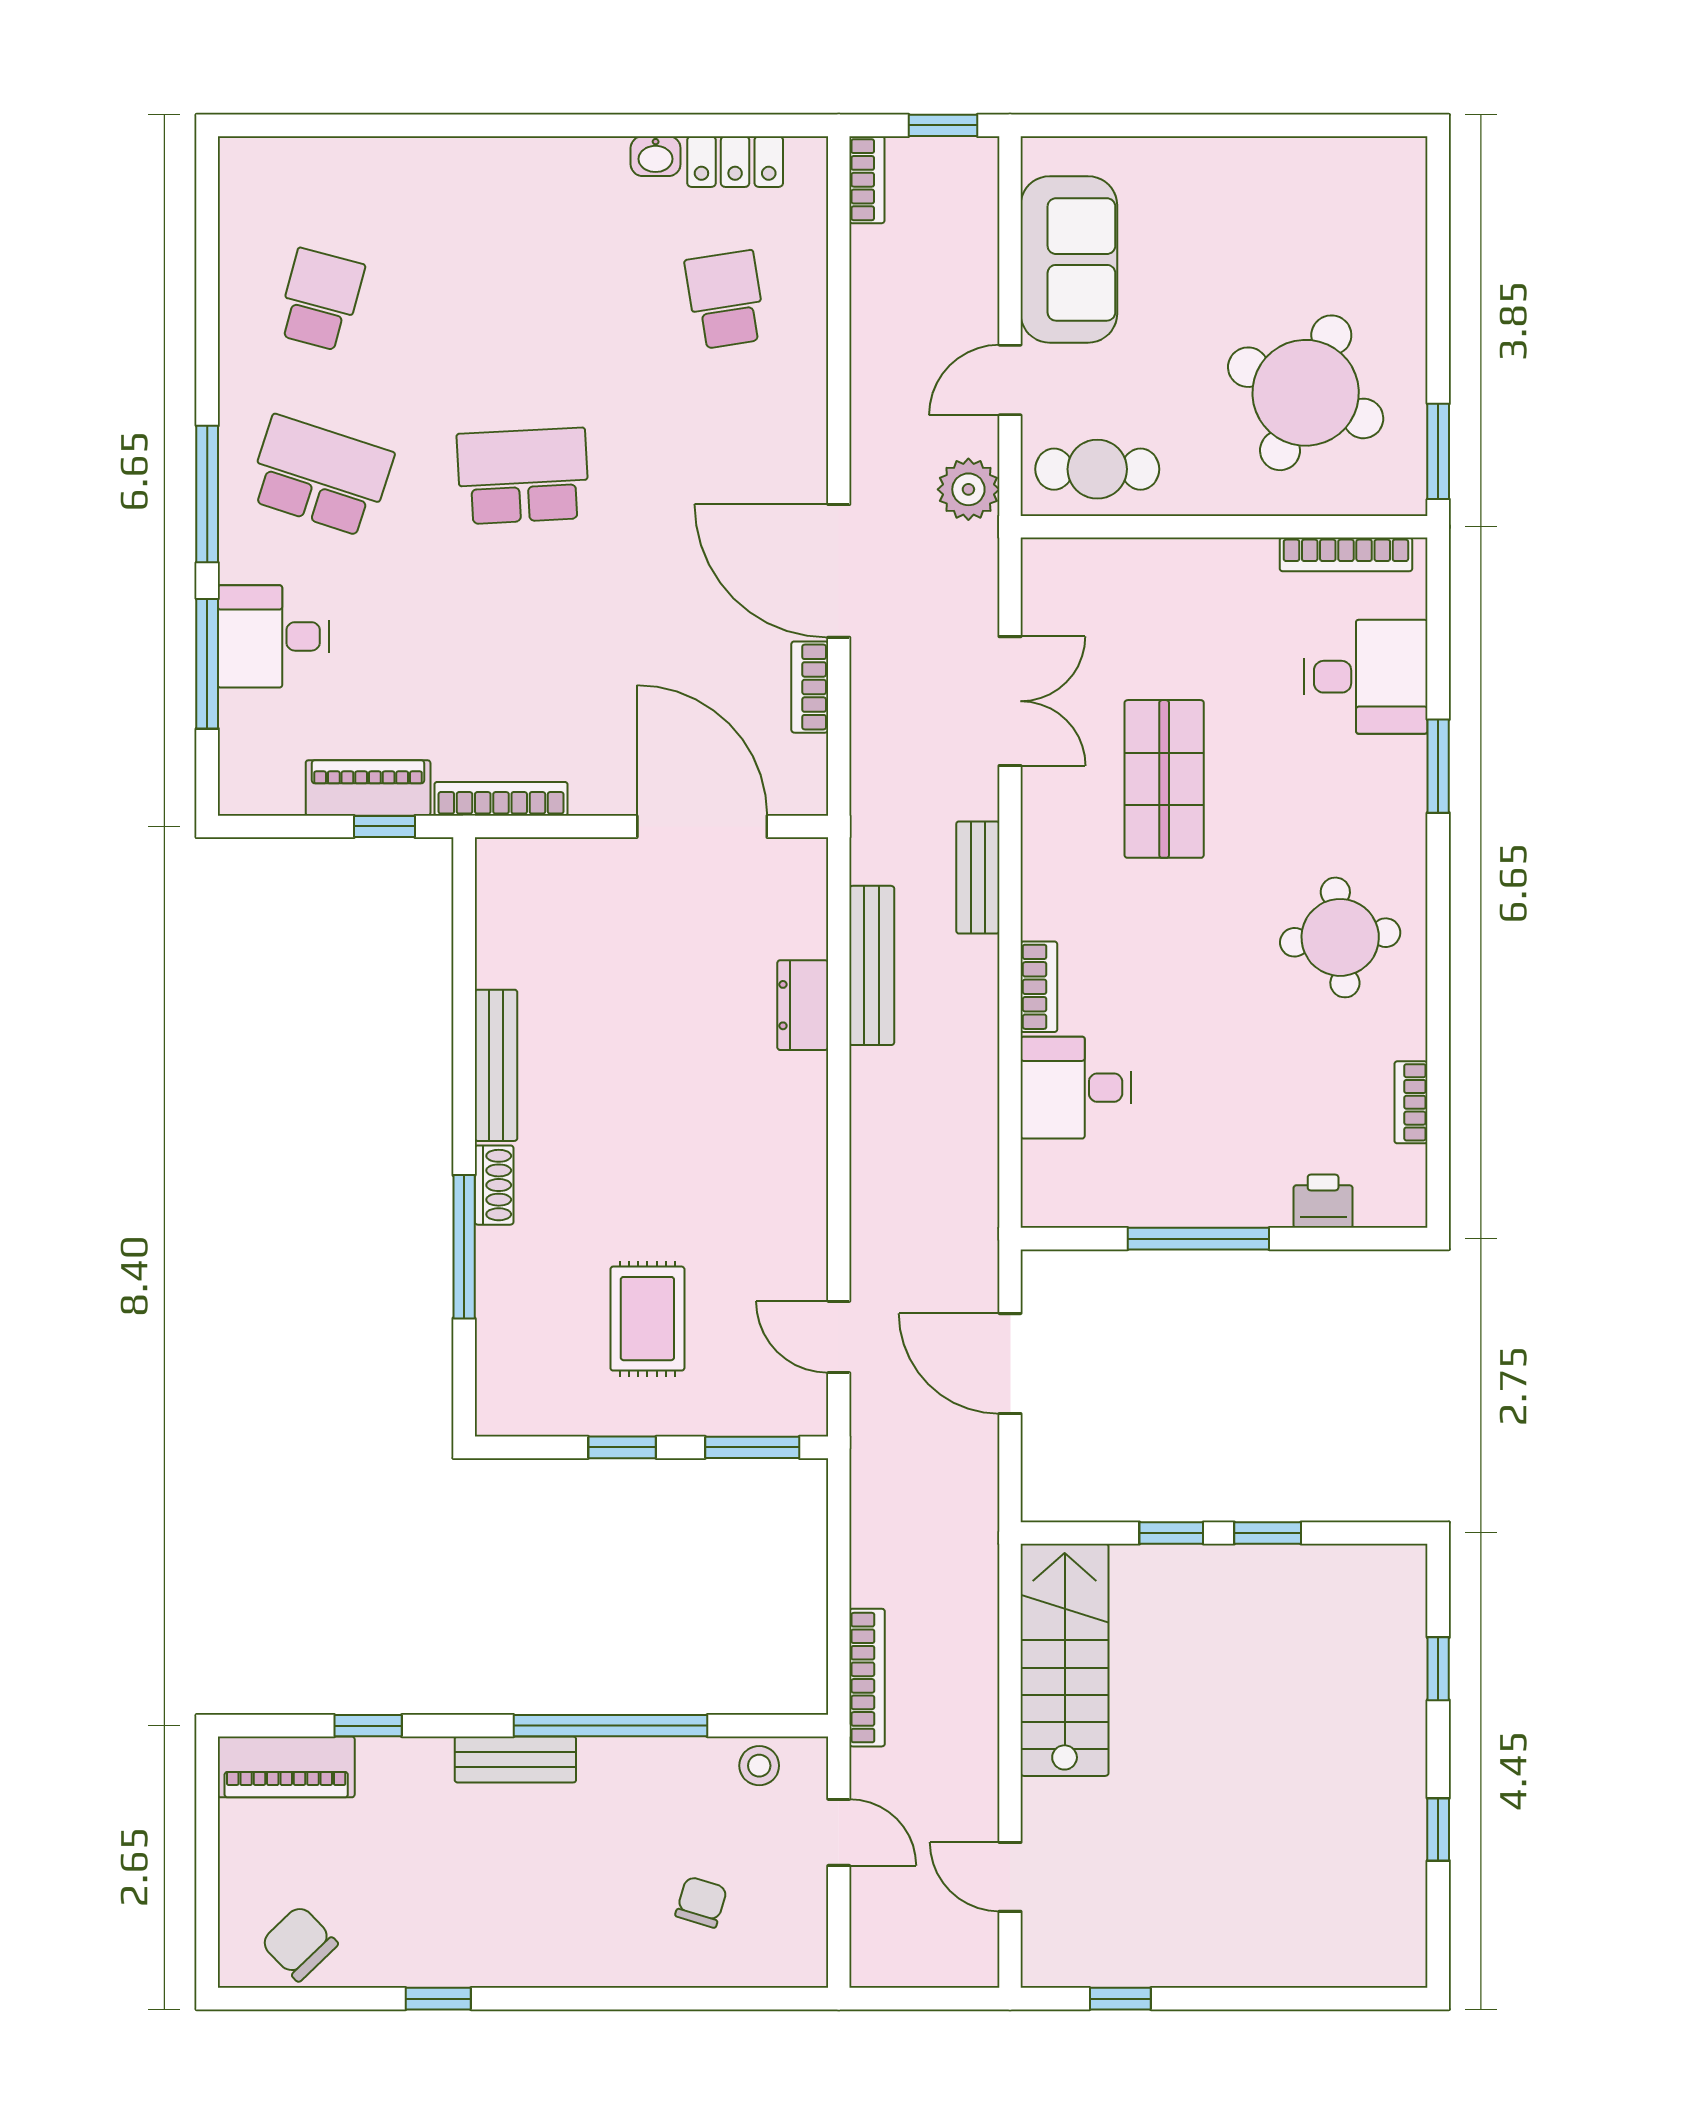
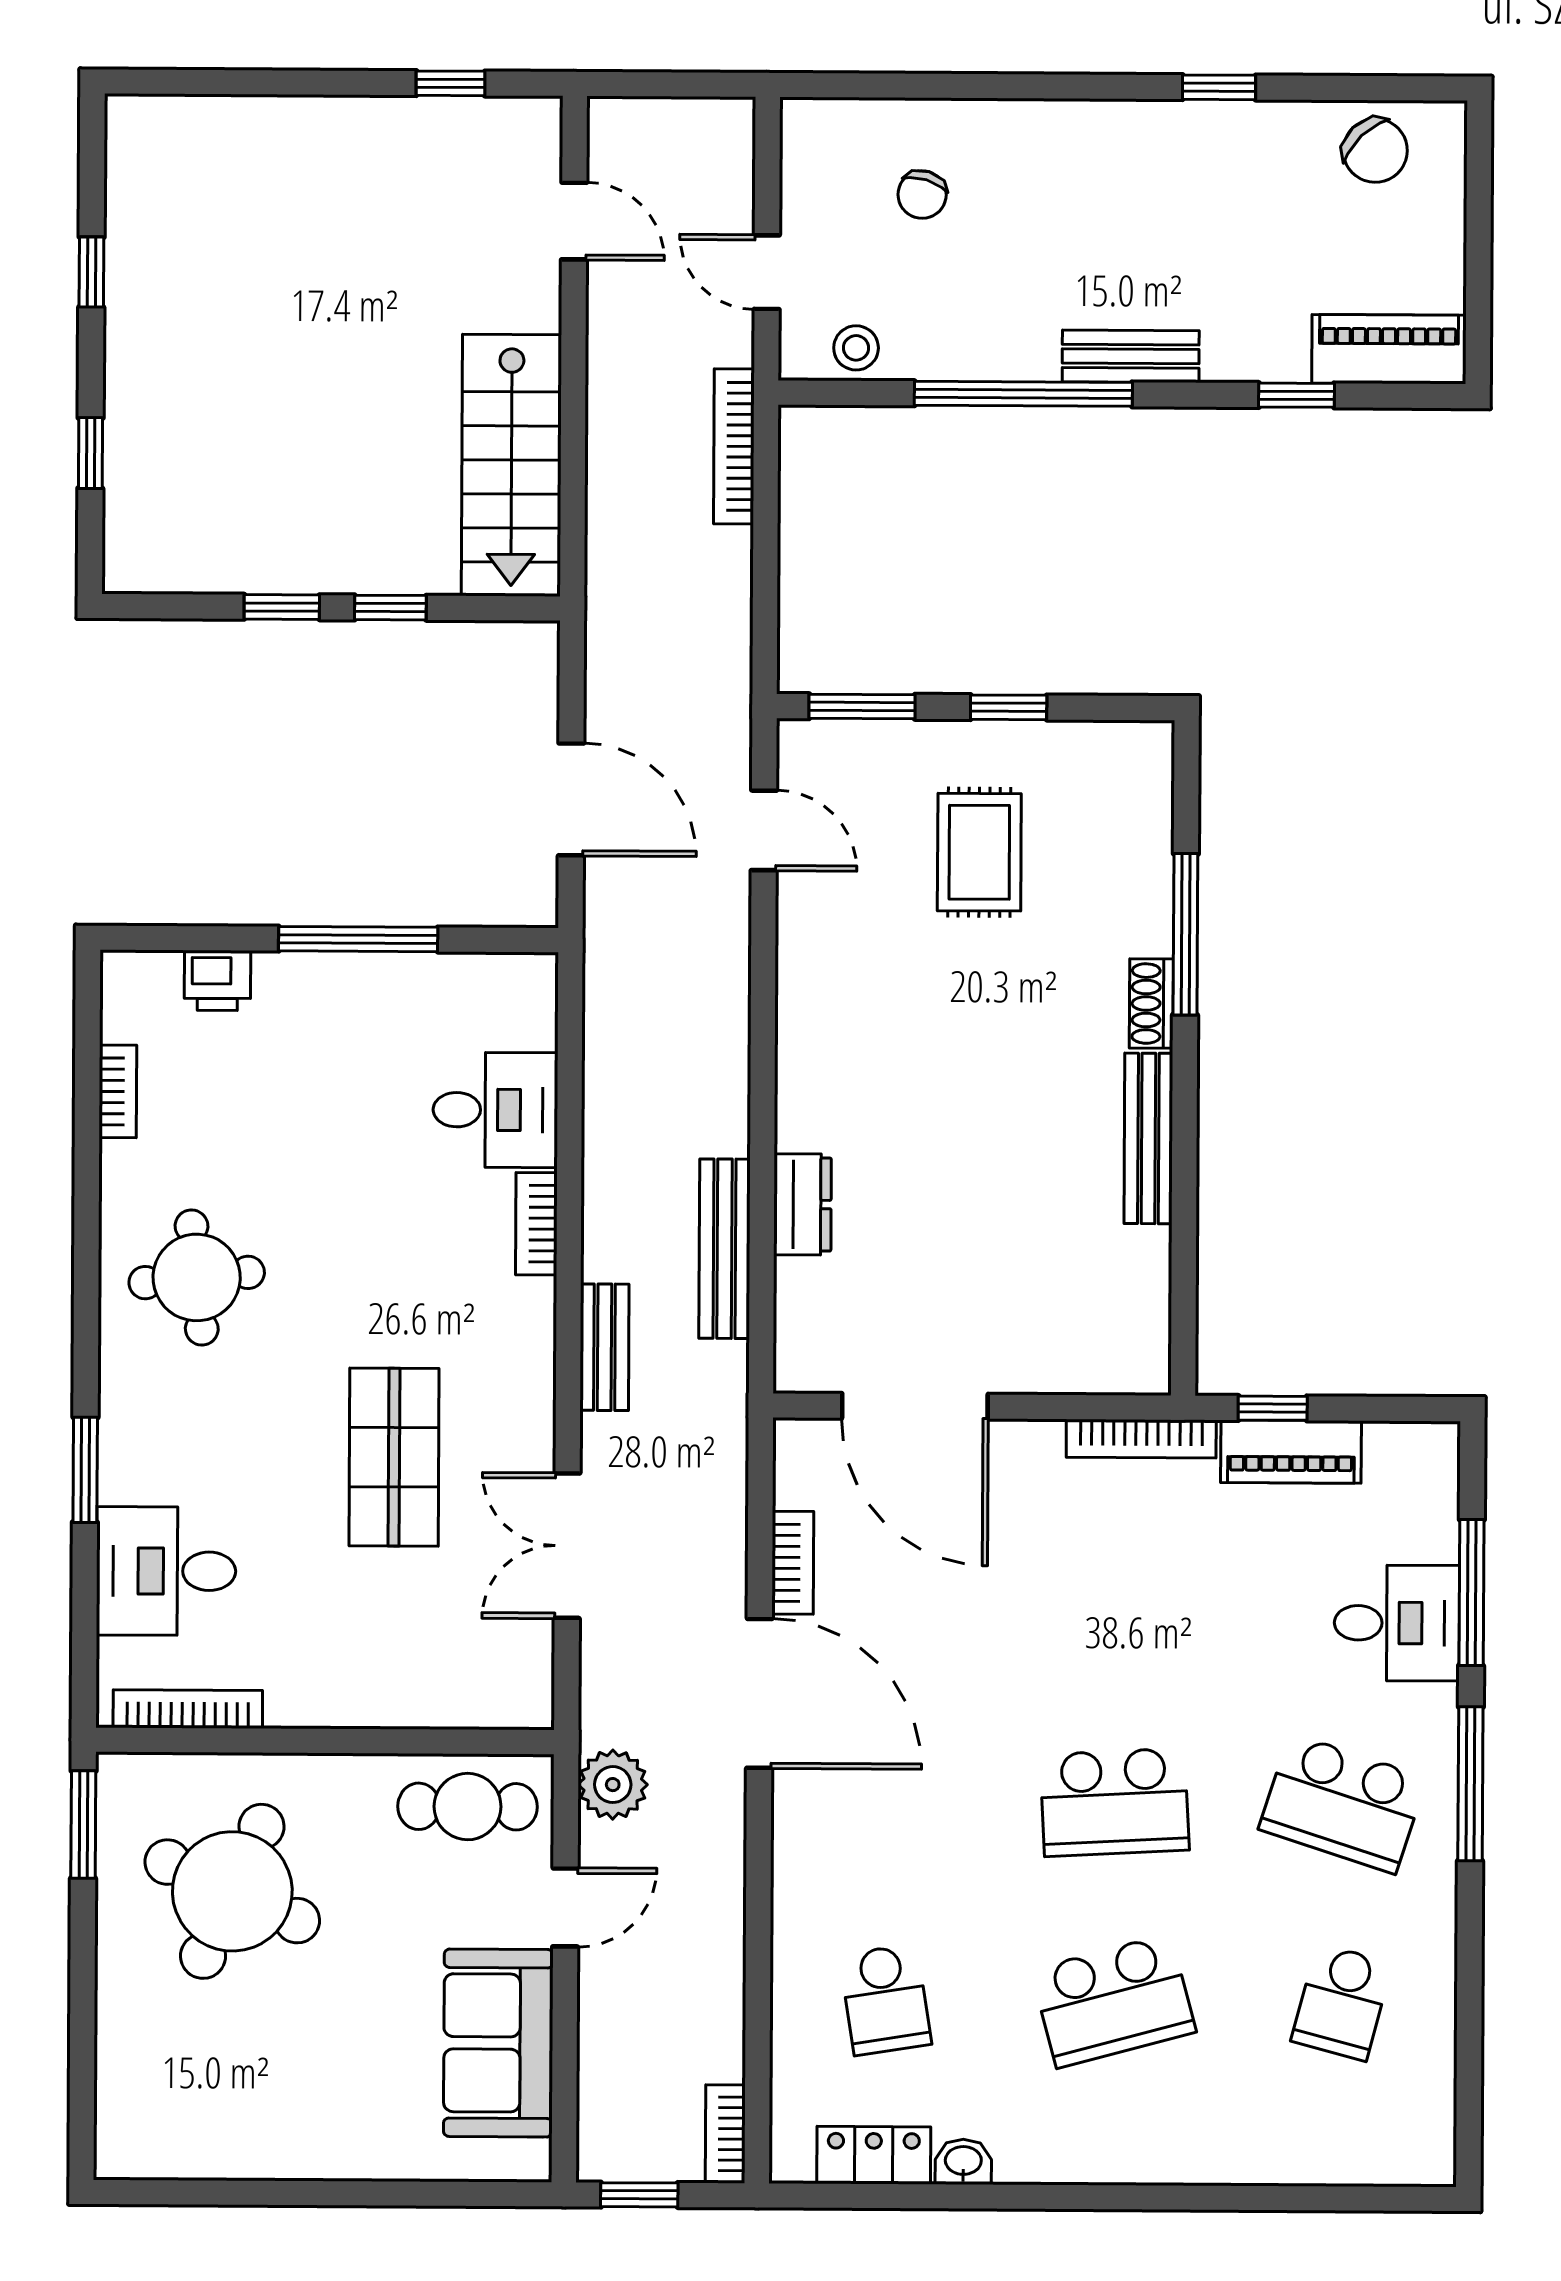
school desk: (523, 300) -> (1114, 2001), added

